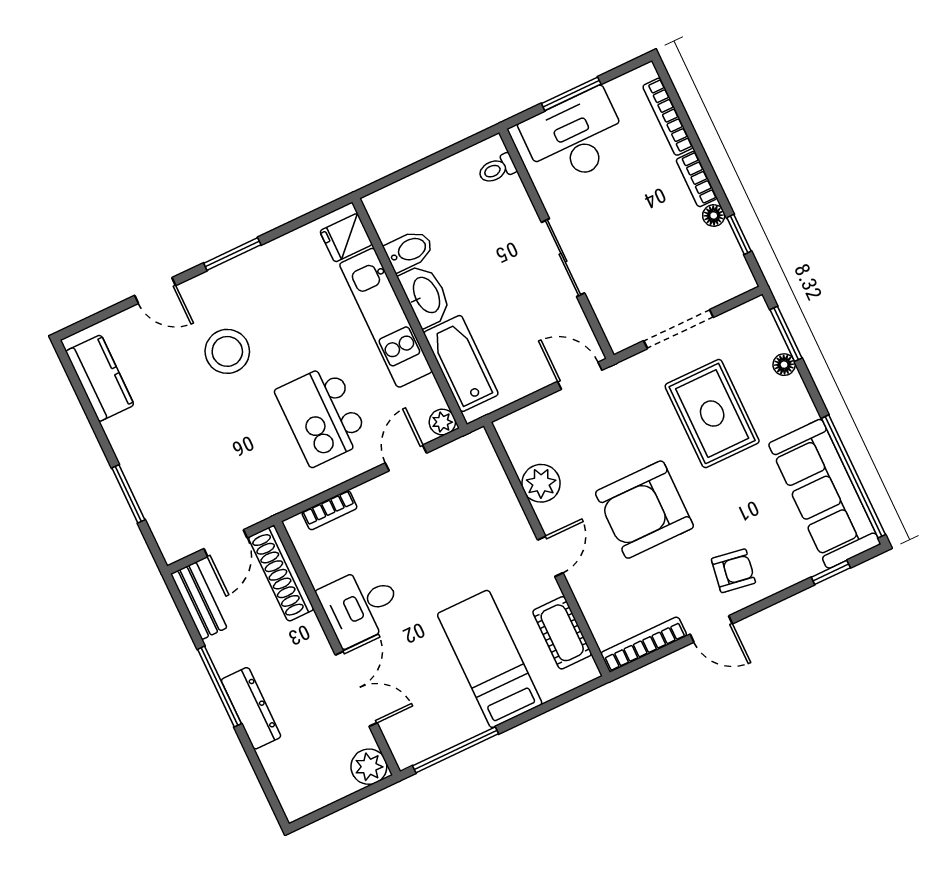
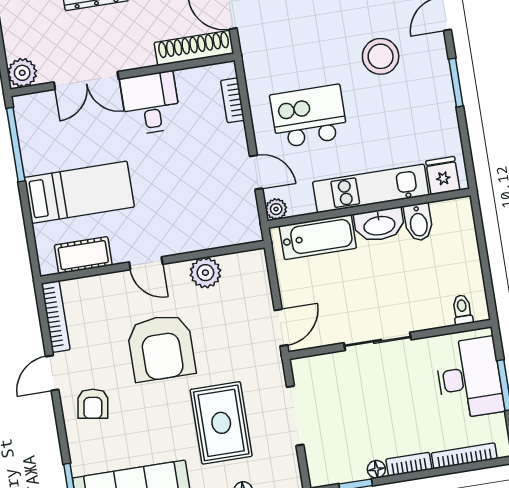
rug: (712, 414) -> (221, 423), turned 90
armchair: (644, 510) -> (161, 348), turned 180

